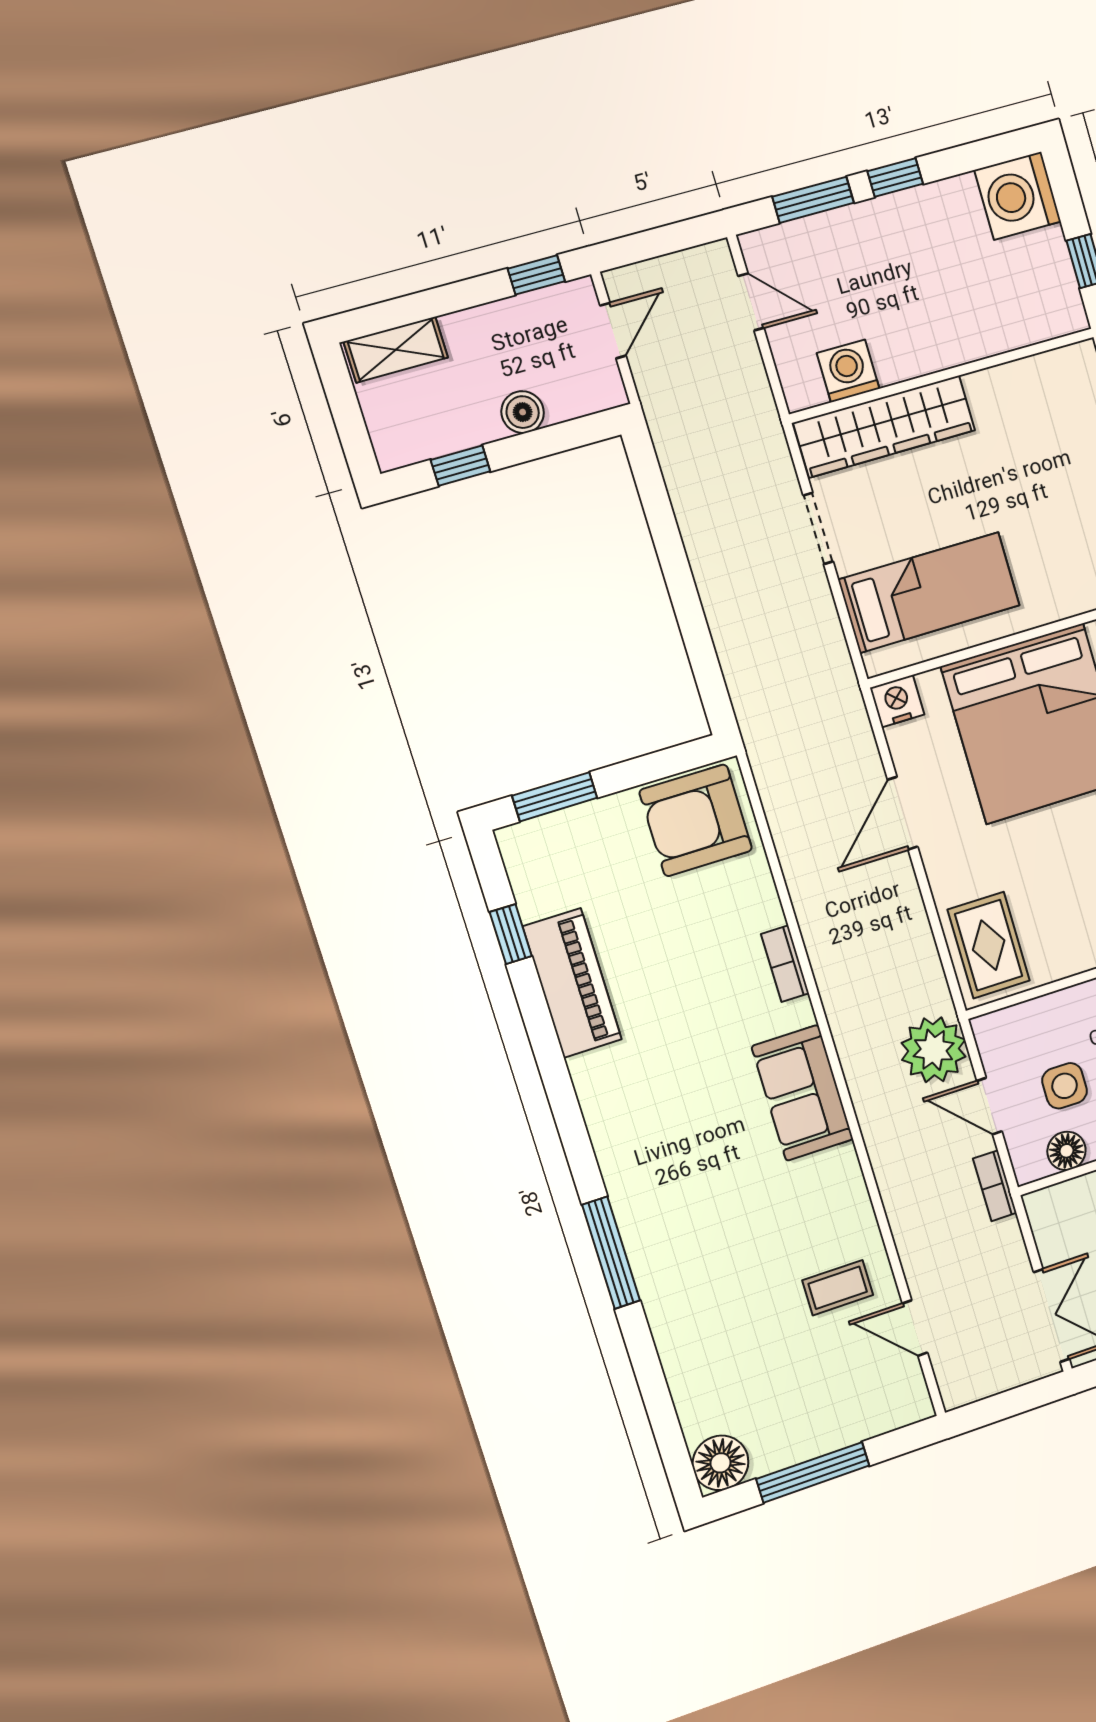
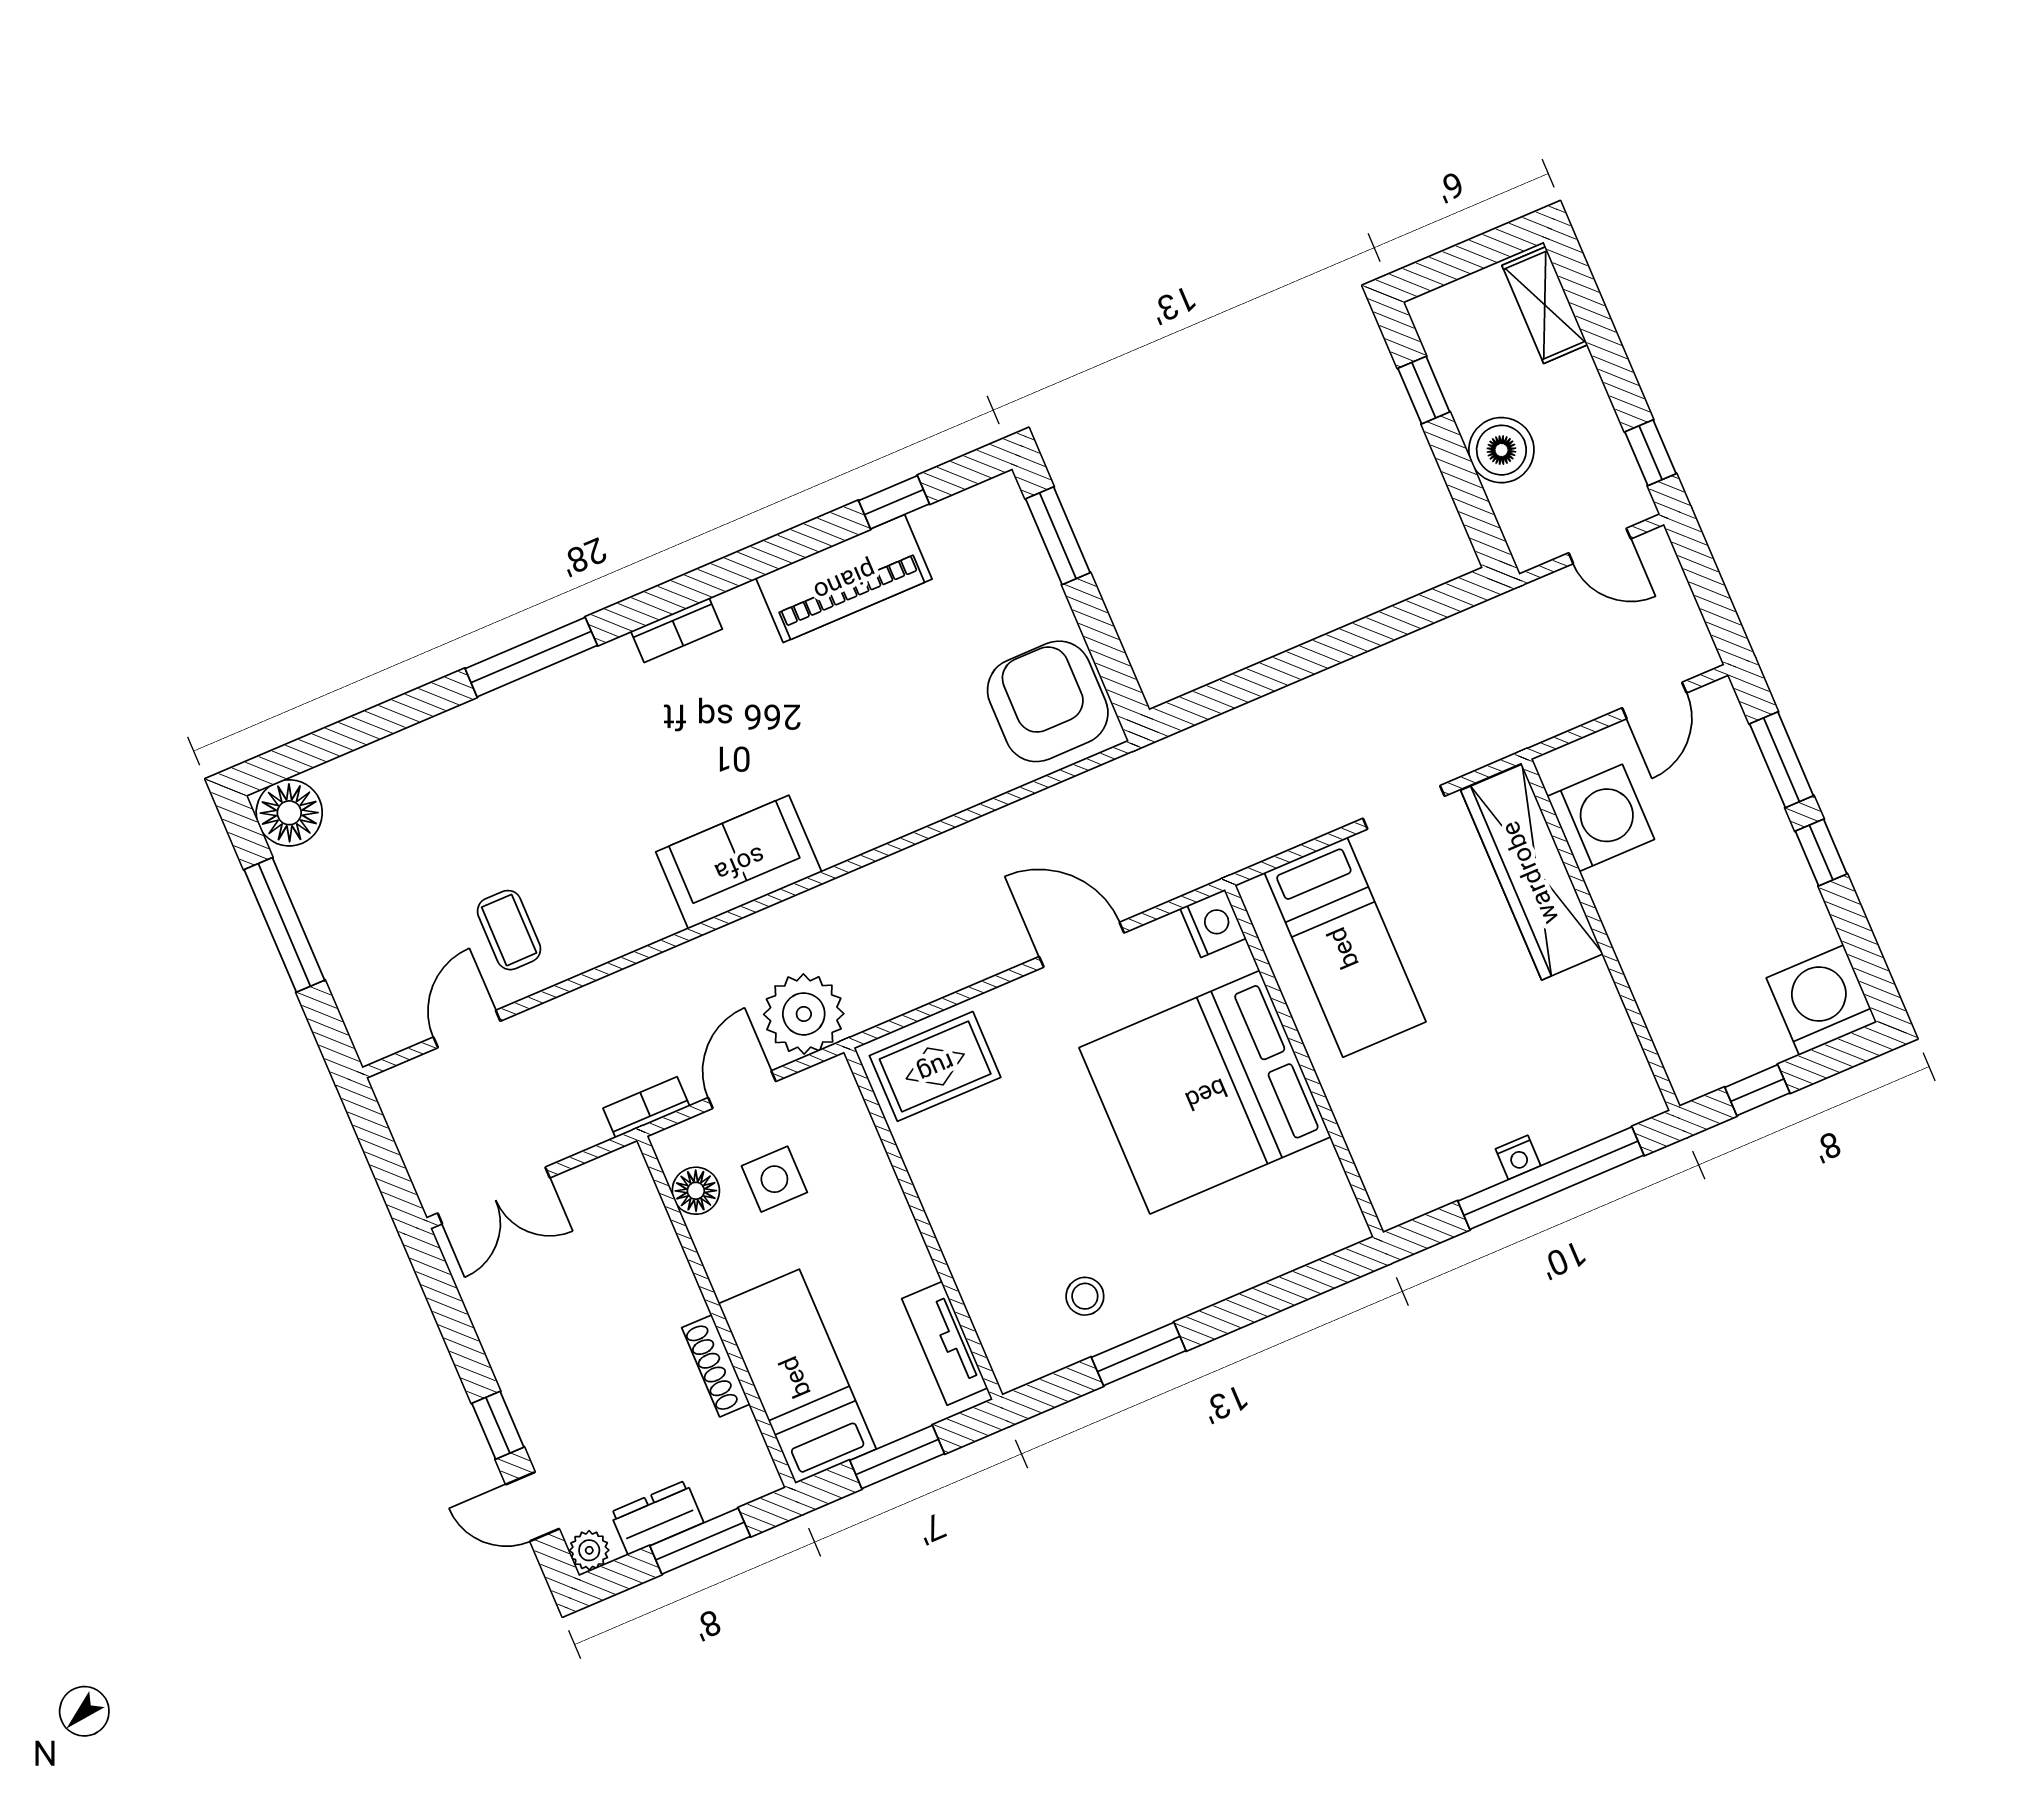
washing machine: (848, 371) -> (1601, 818), width x1.37, depth x1.37
boiler: (523, 412) -> (1501, 450), width x1.36, depth x1.36
bookcase: (785, 964) -> (677, 630), moved, turned 180

